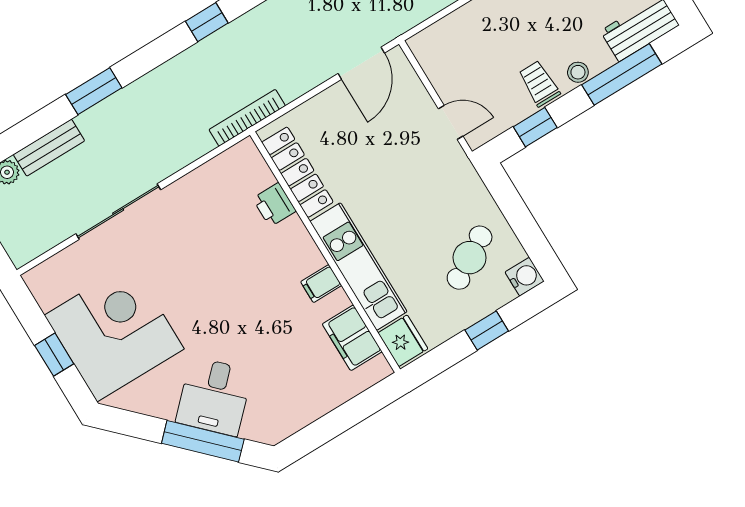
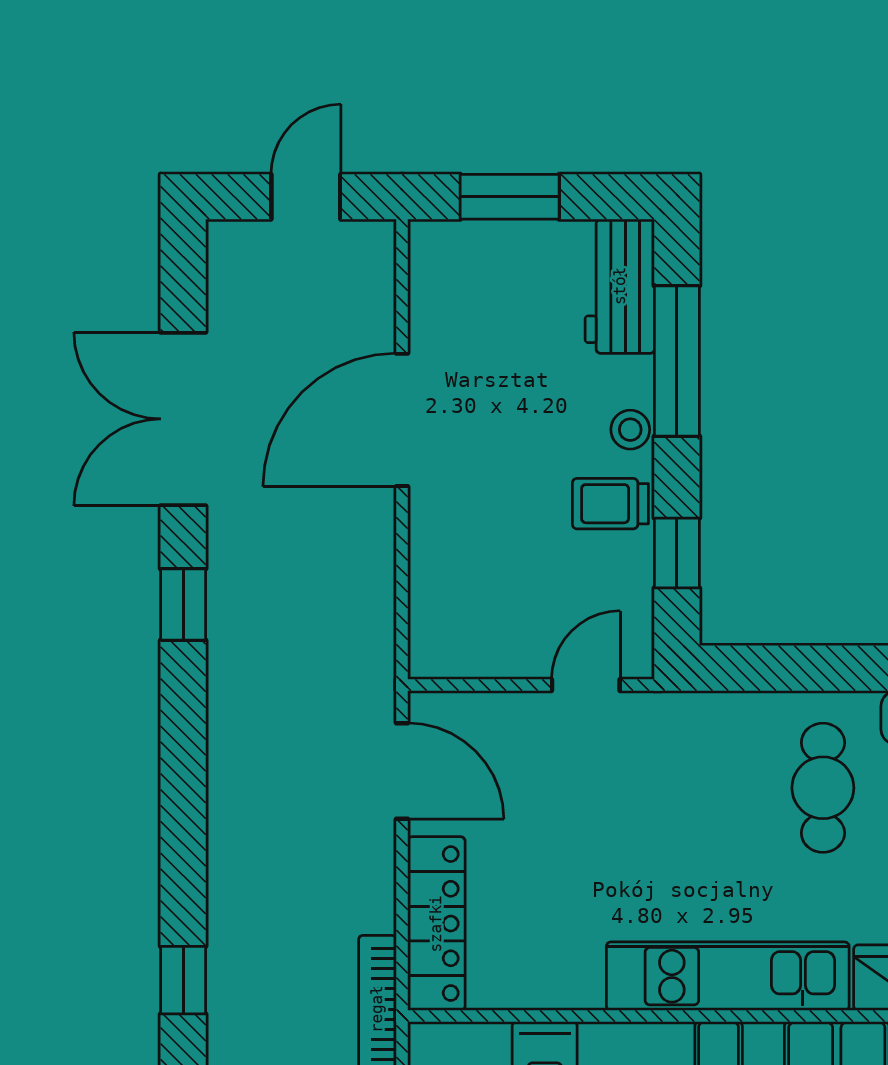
locker: (297, 172) -> (436, 924), moved, turned 90
cafe table: (470, 258) -> (823, 788), turned 31

